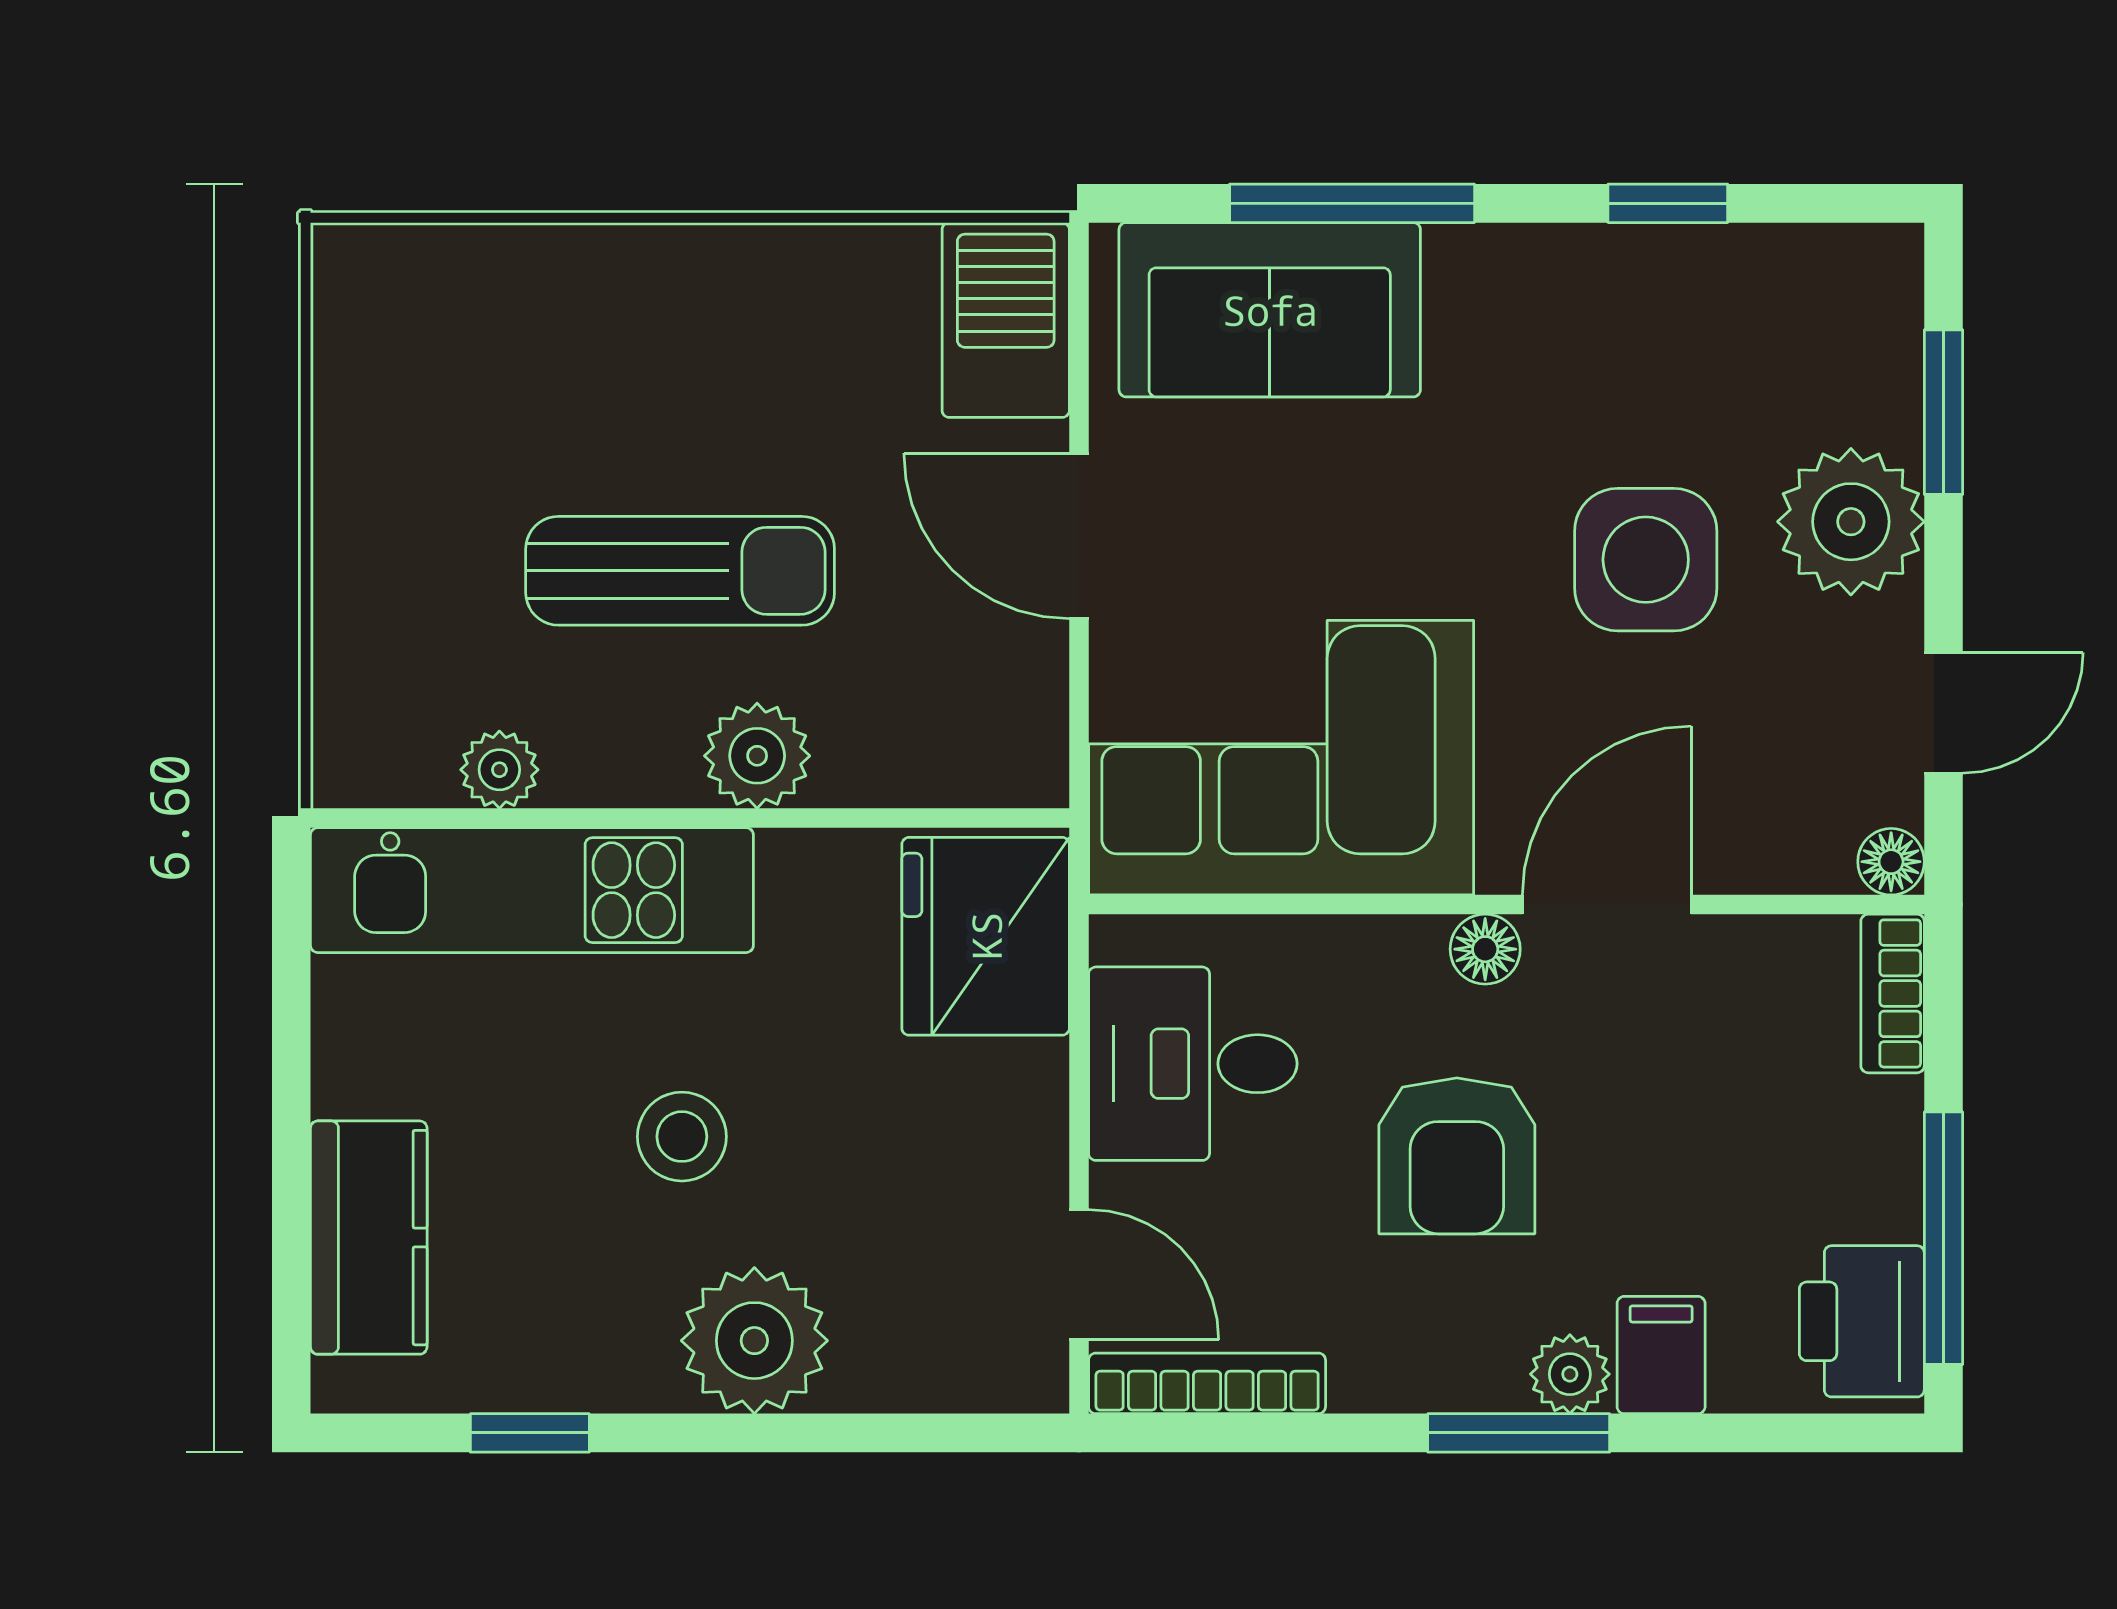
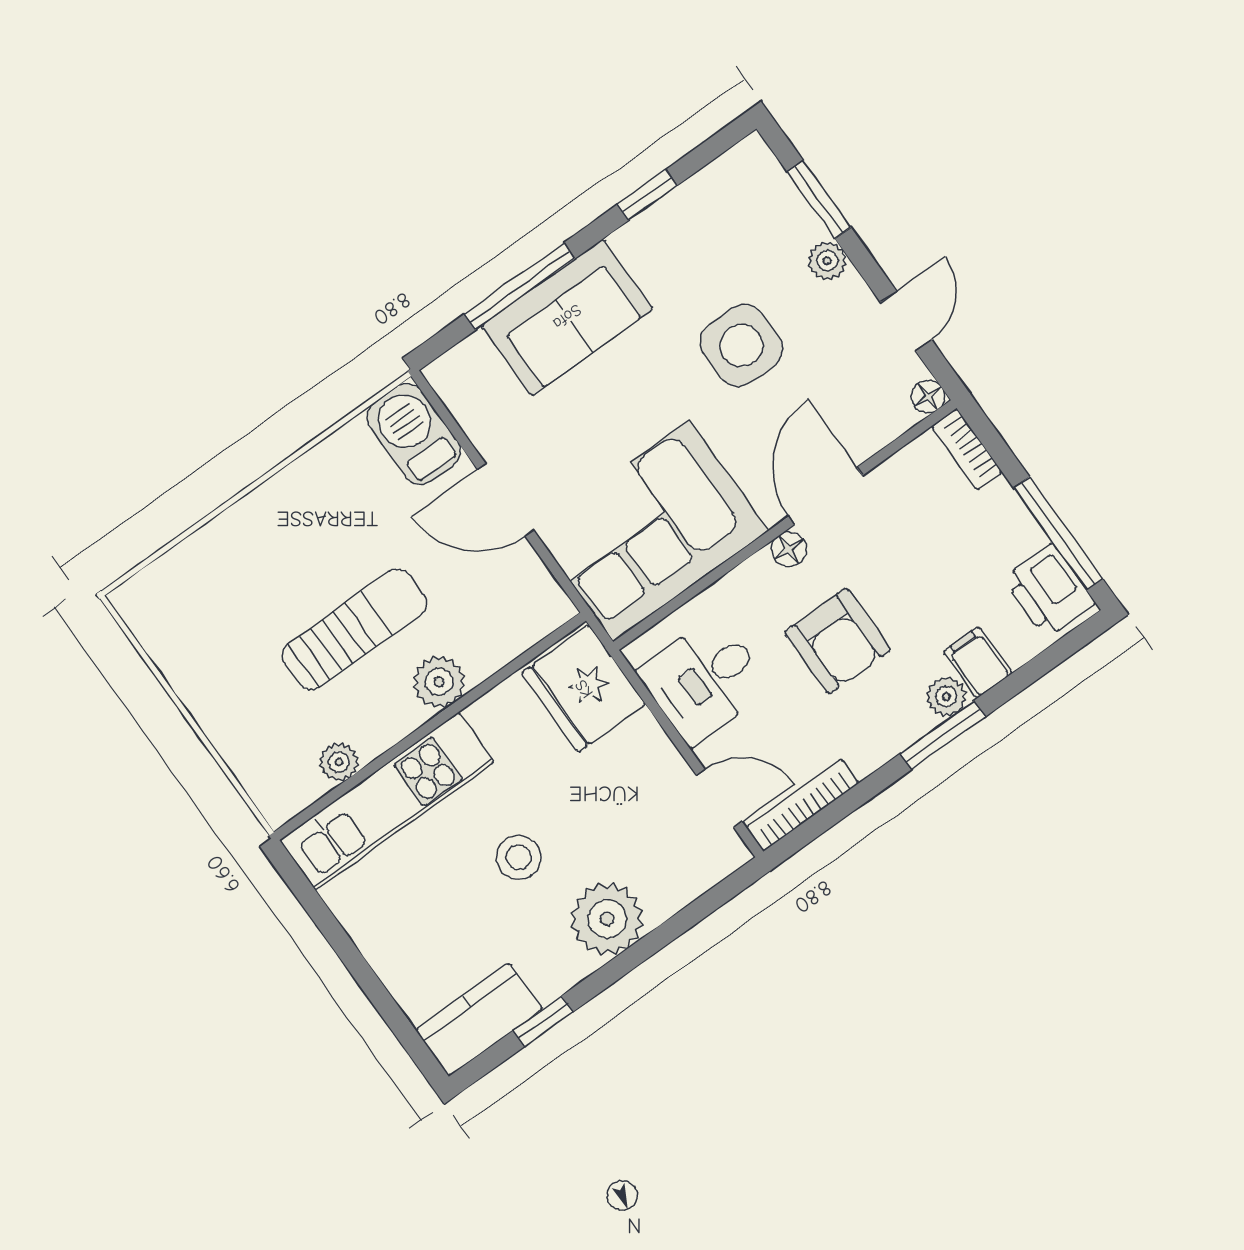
sofa: (1270, 310) -> (567, 317), moved
plant: (1851, 522) -> (827, 261), width x0.53, depth x0.53
kitchen counter: (369, 1238) -> (479, 1020), moved, turned -90

